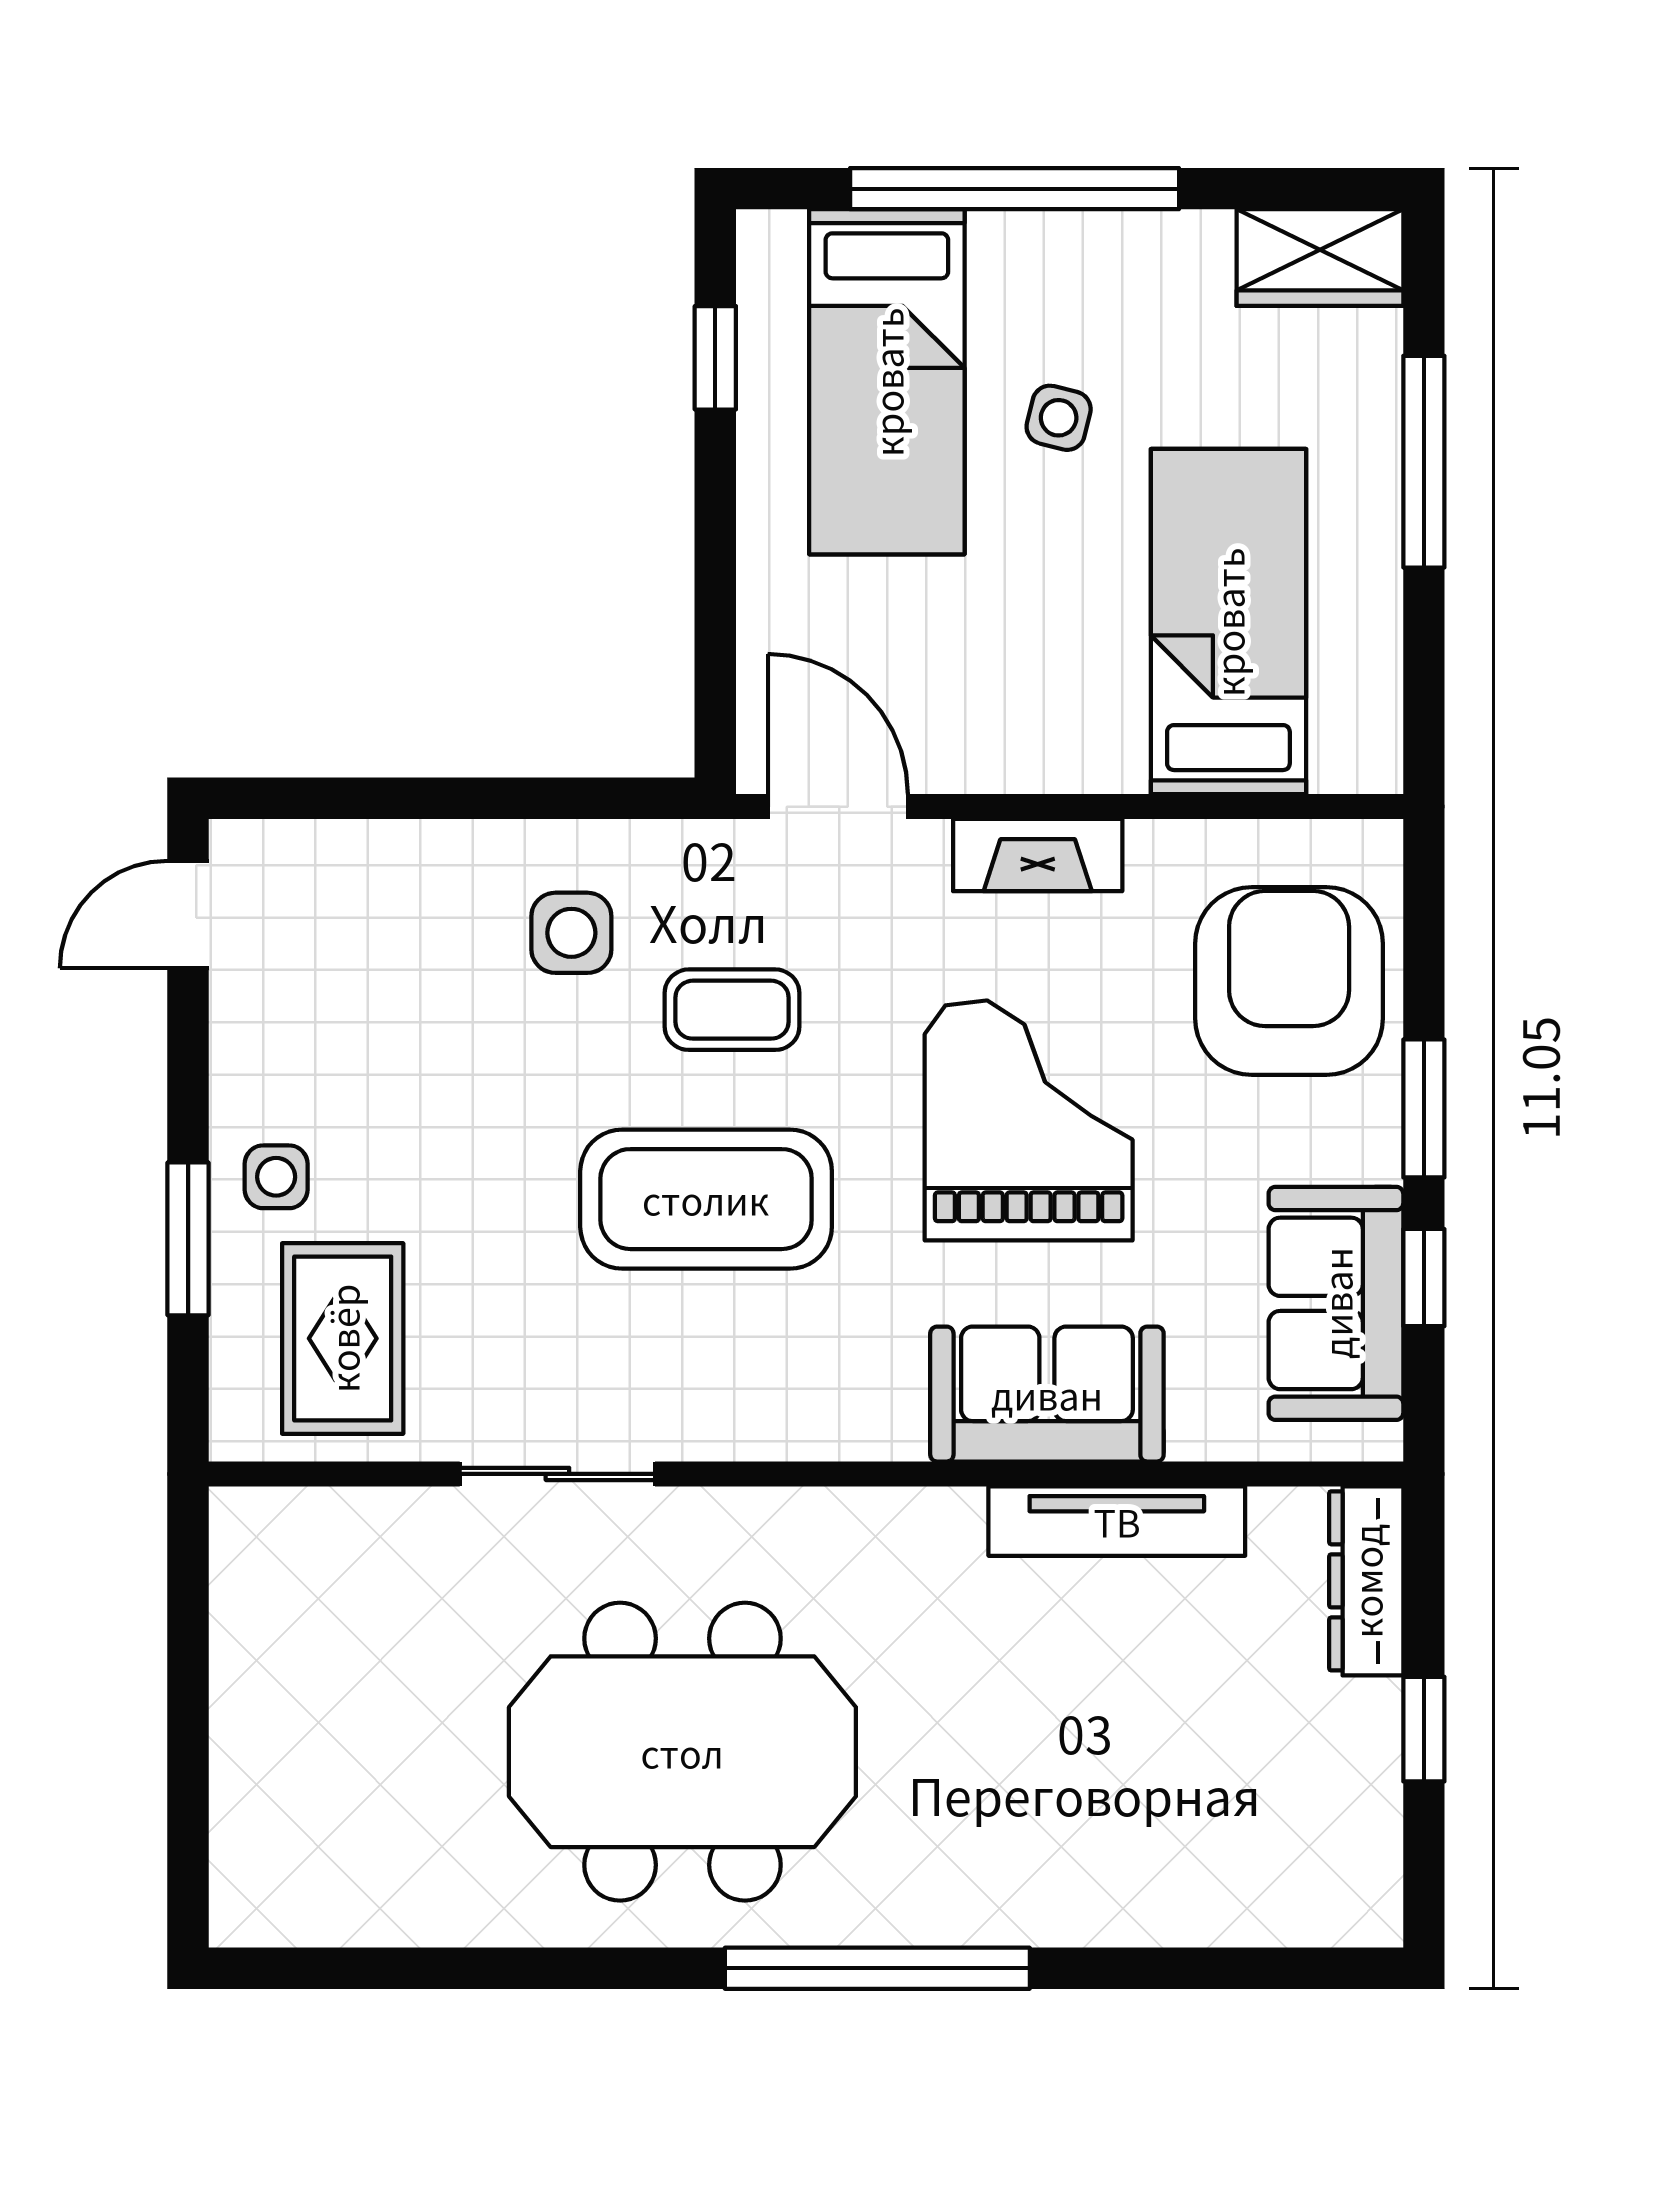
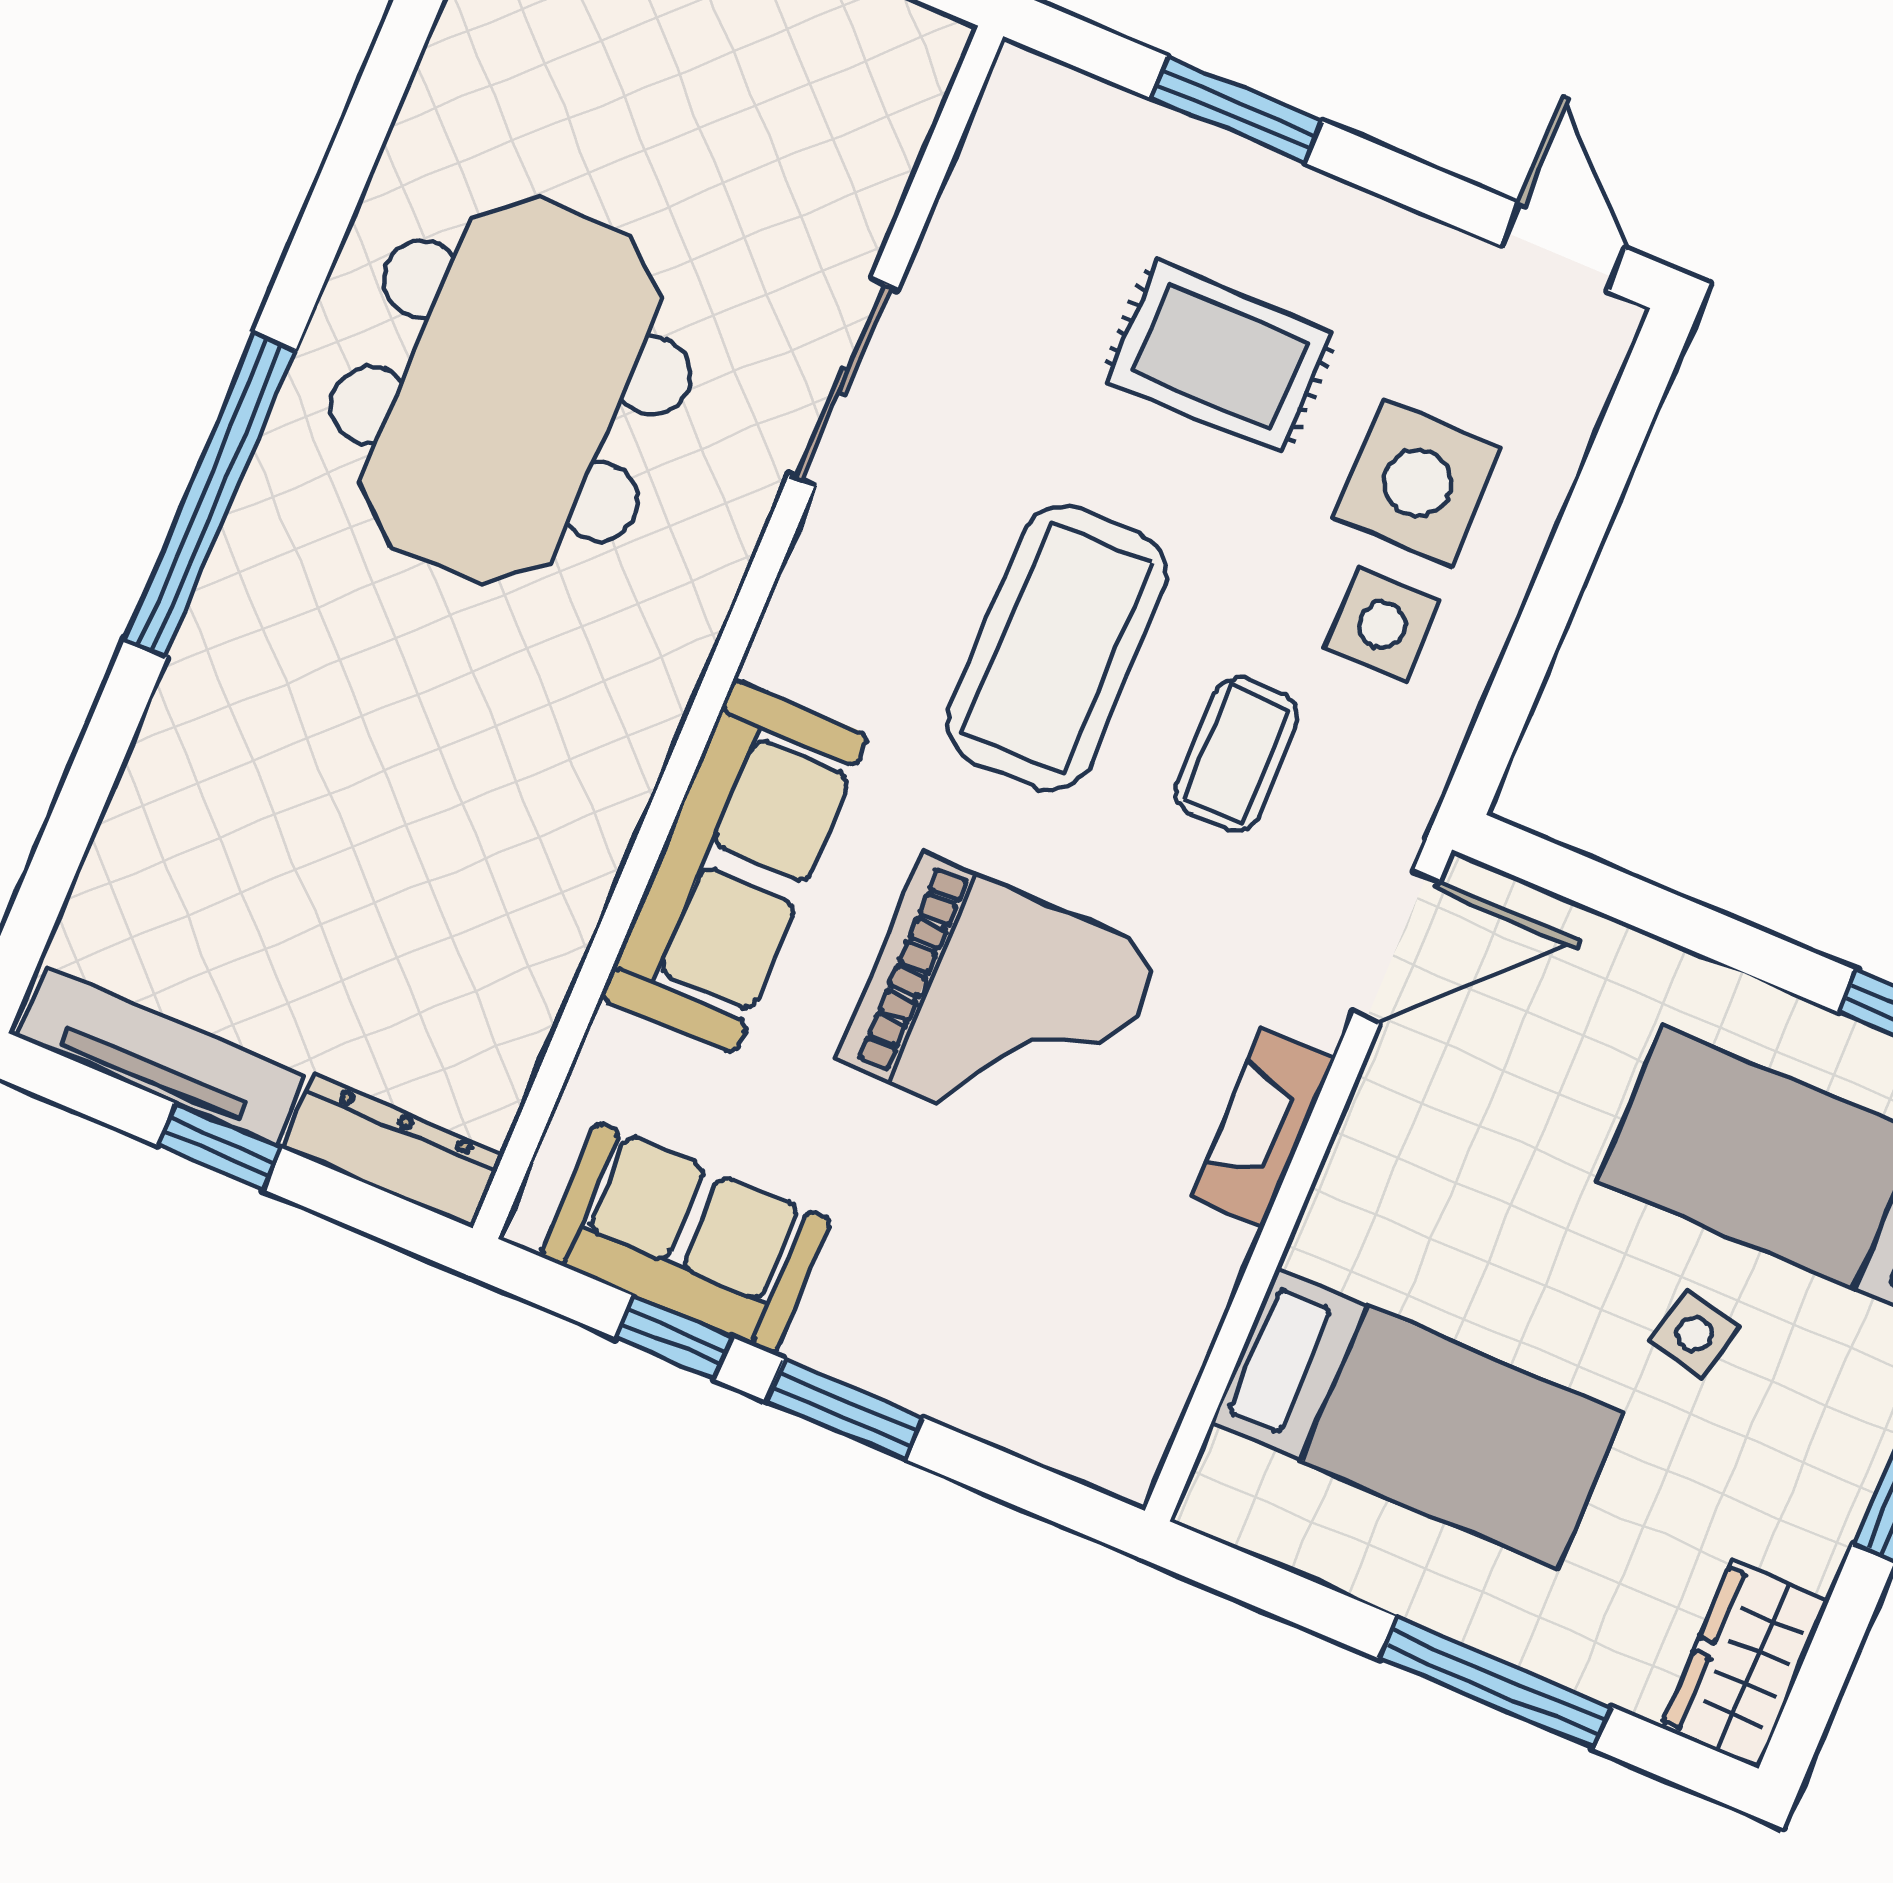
armchair: (1289, 981) -> (1030, 1327), removed
side table: (276, 1177) -> (1417, 483), moved, width x1.87, depth x1.87
rug: (343, 1338) -> (1219, 357), moved
sofa: (1047, 1394) -> (734, 866), width x1.36
tv unit: (1117, 1521) -> (161, 1056), moved, turned 90

